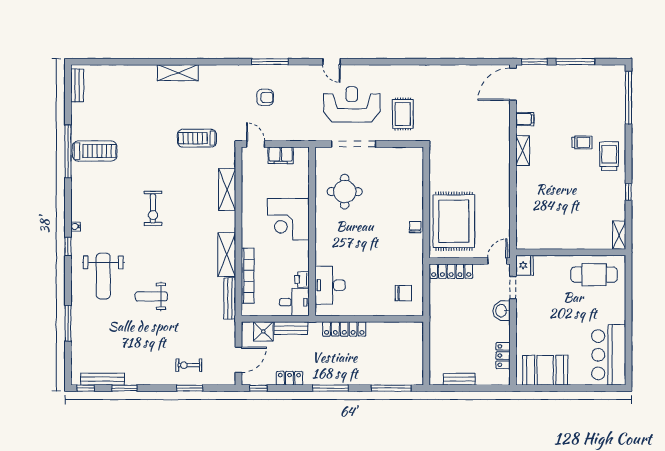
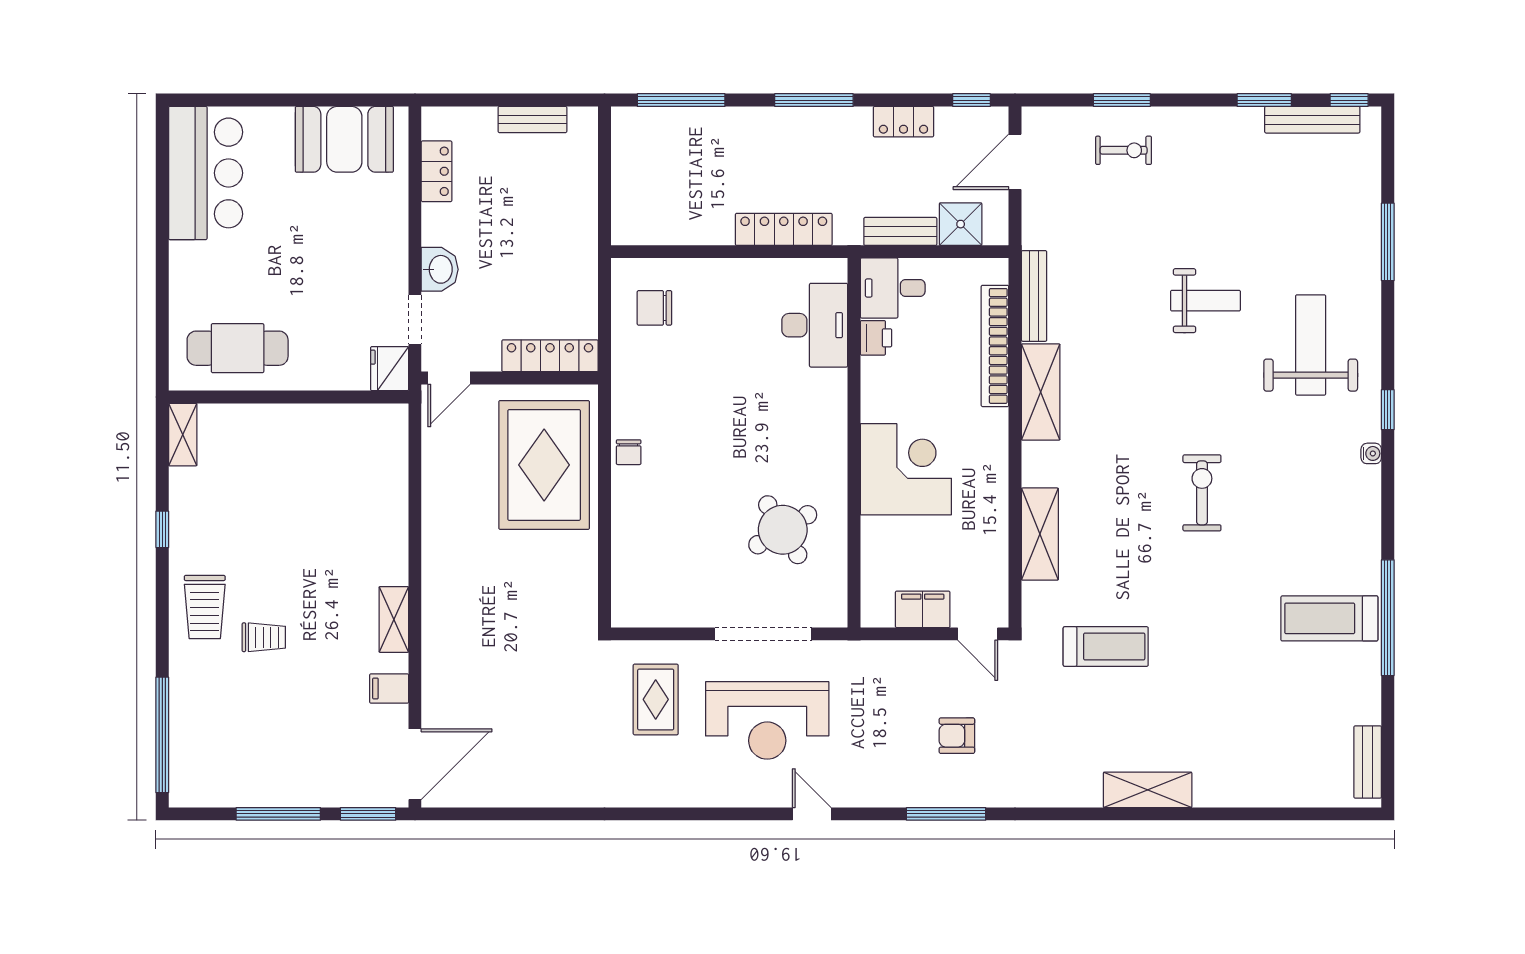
trolley: (582, 142) -> (264, 637), turned 180
round table: (345, 192) -> (783, 530), turned -31

